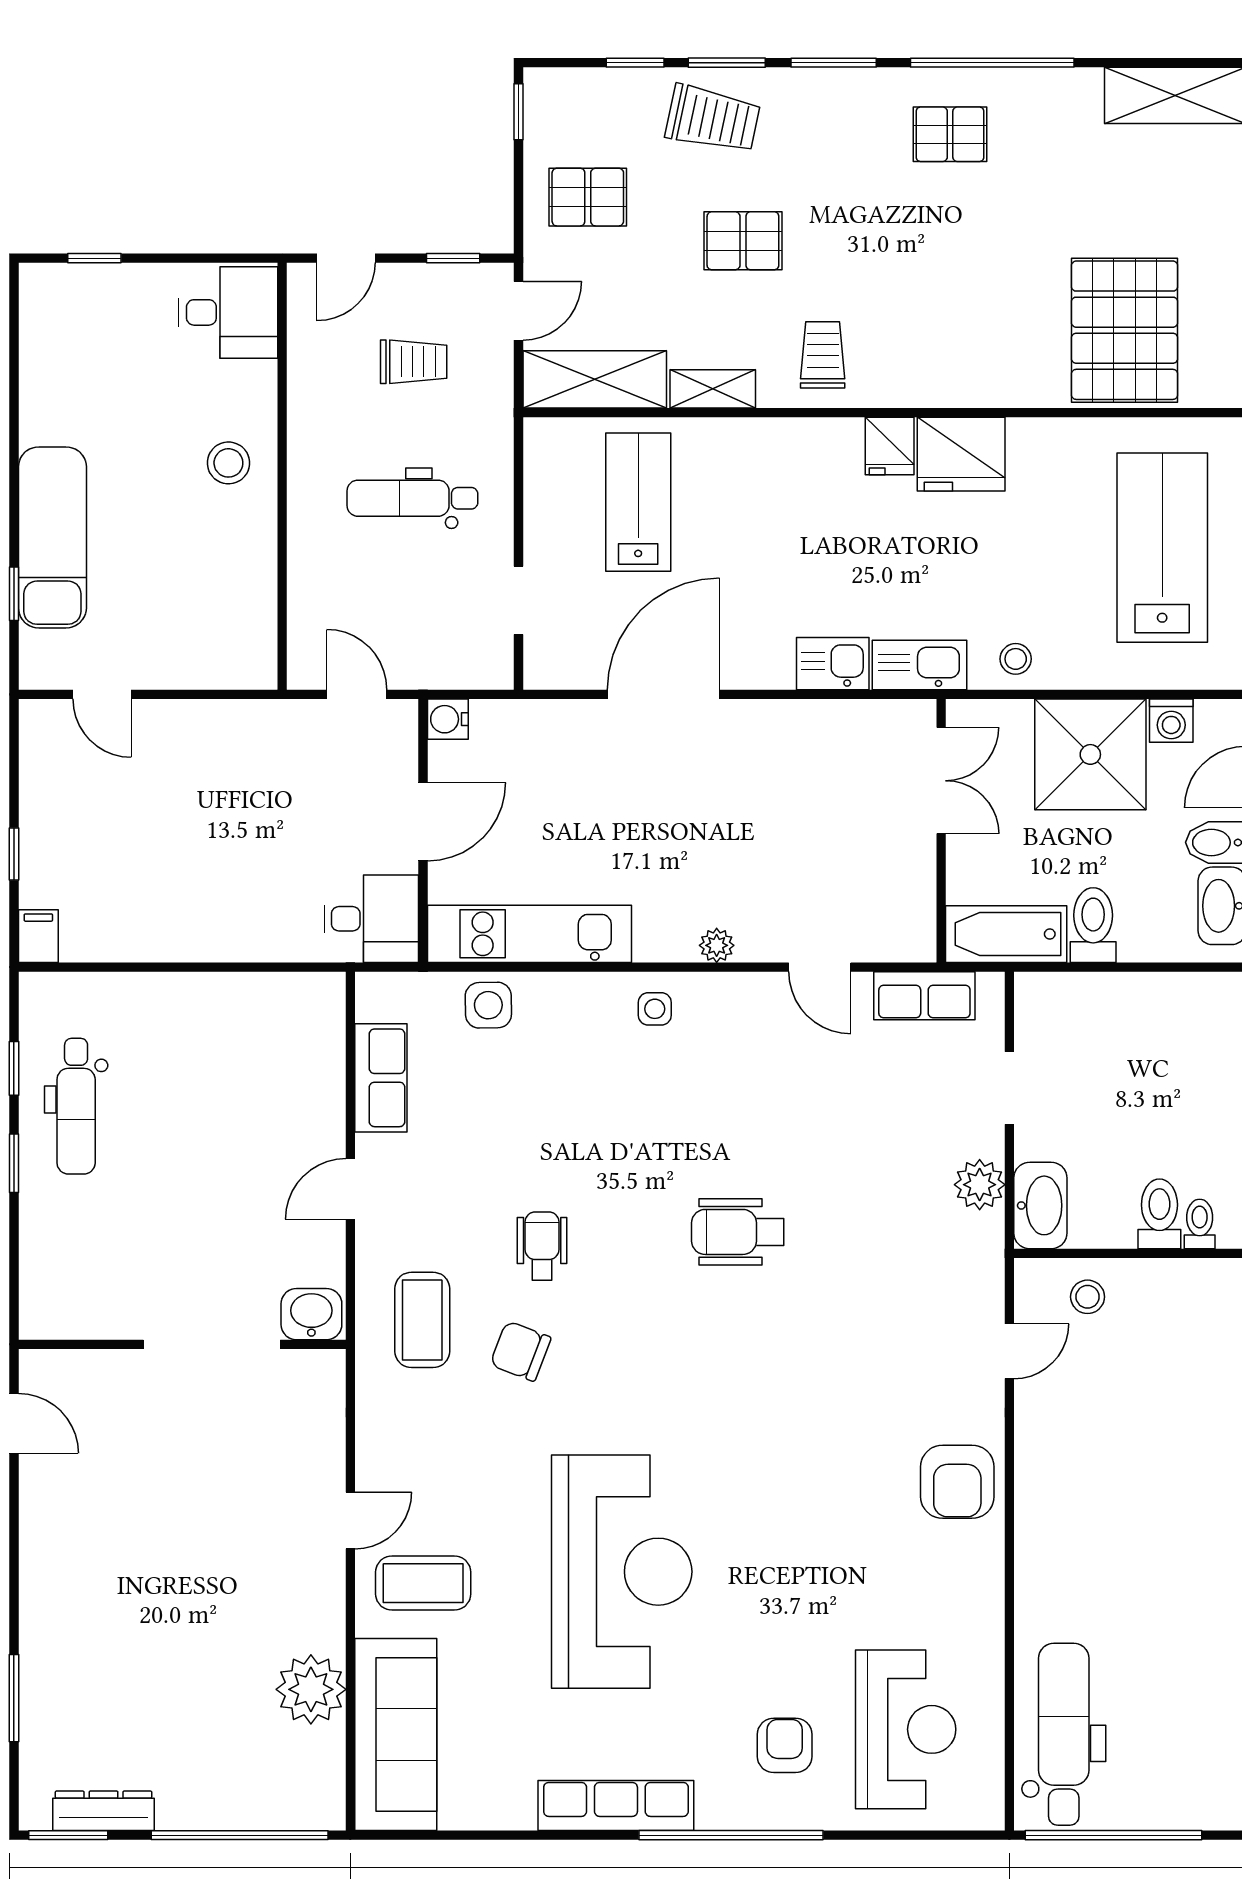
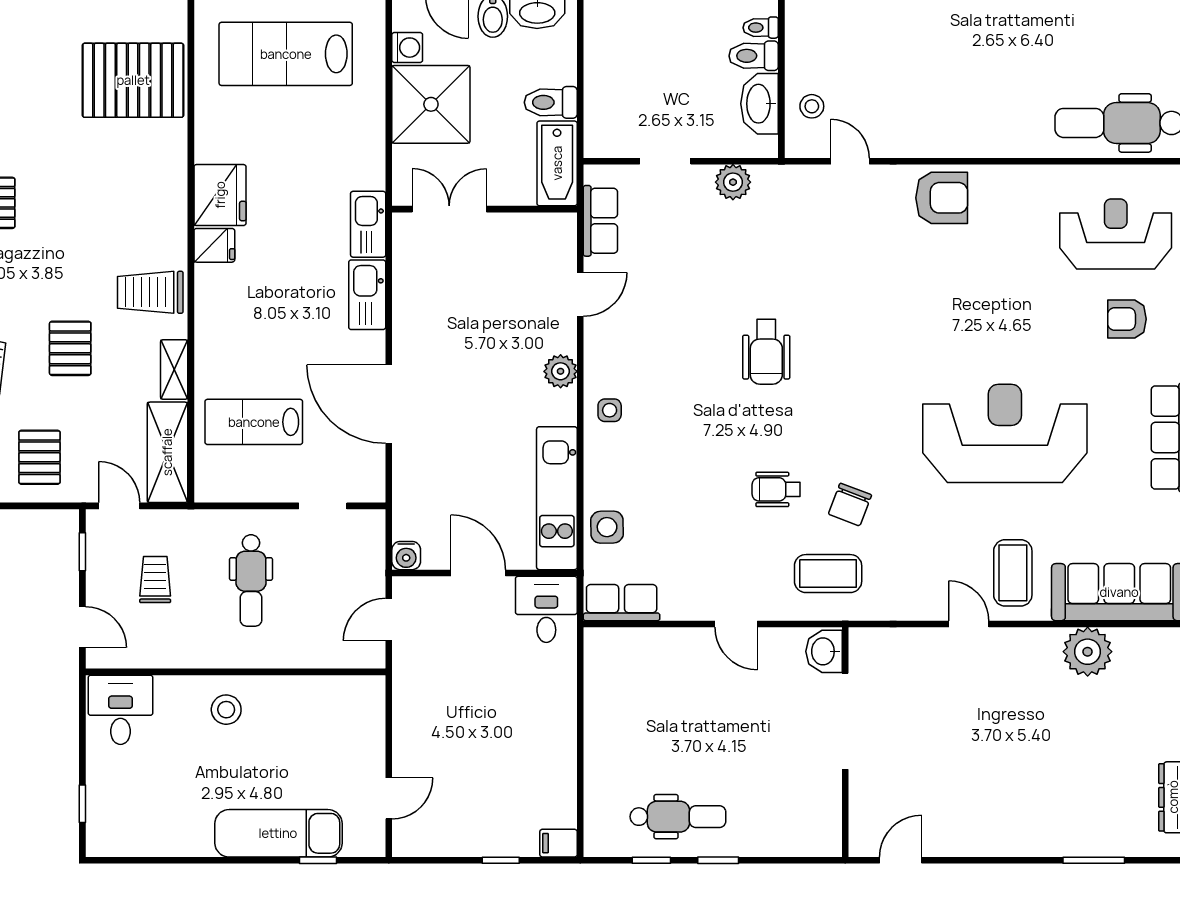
trolley: (823, 355) -> (150, 292), width x1.36, depth x1.39
stool: (1016, 659) -> (364, 157), removed
kitchen sink: (833, 664) -> (367, 295), width x1.38
plant: (717, 945) -> (561, 371), width x1.38, depth x1.38
row of seats: (381, 1078) -> (622, 603), moved
washbasin: (1040, 1205) -> (760, 104), moved, turned -90

